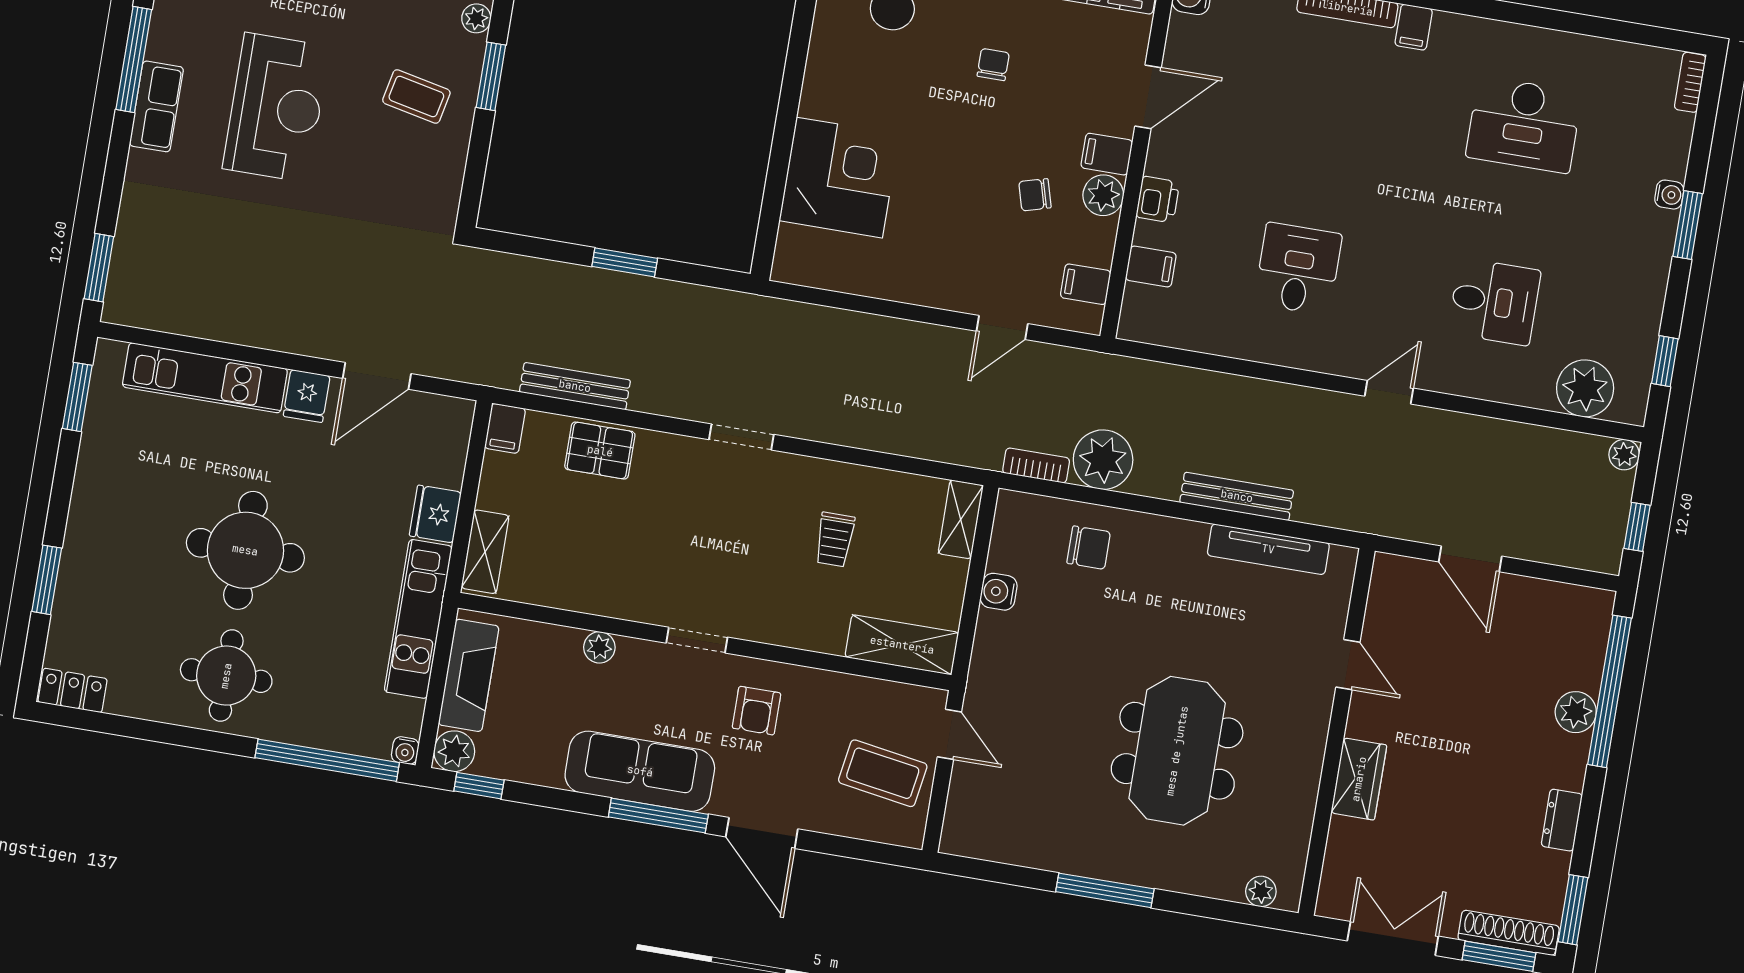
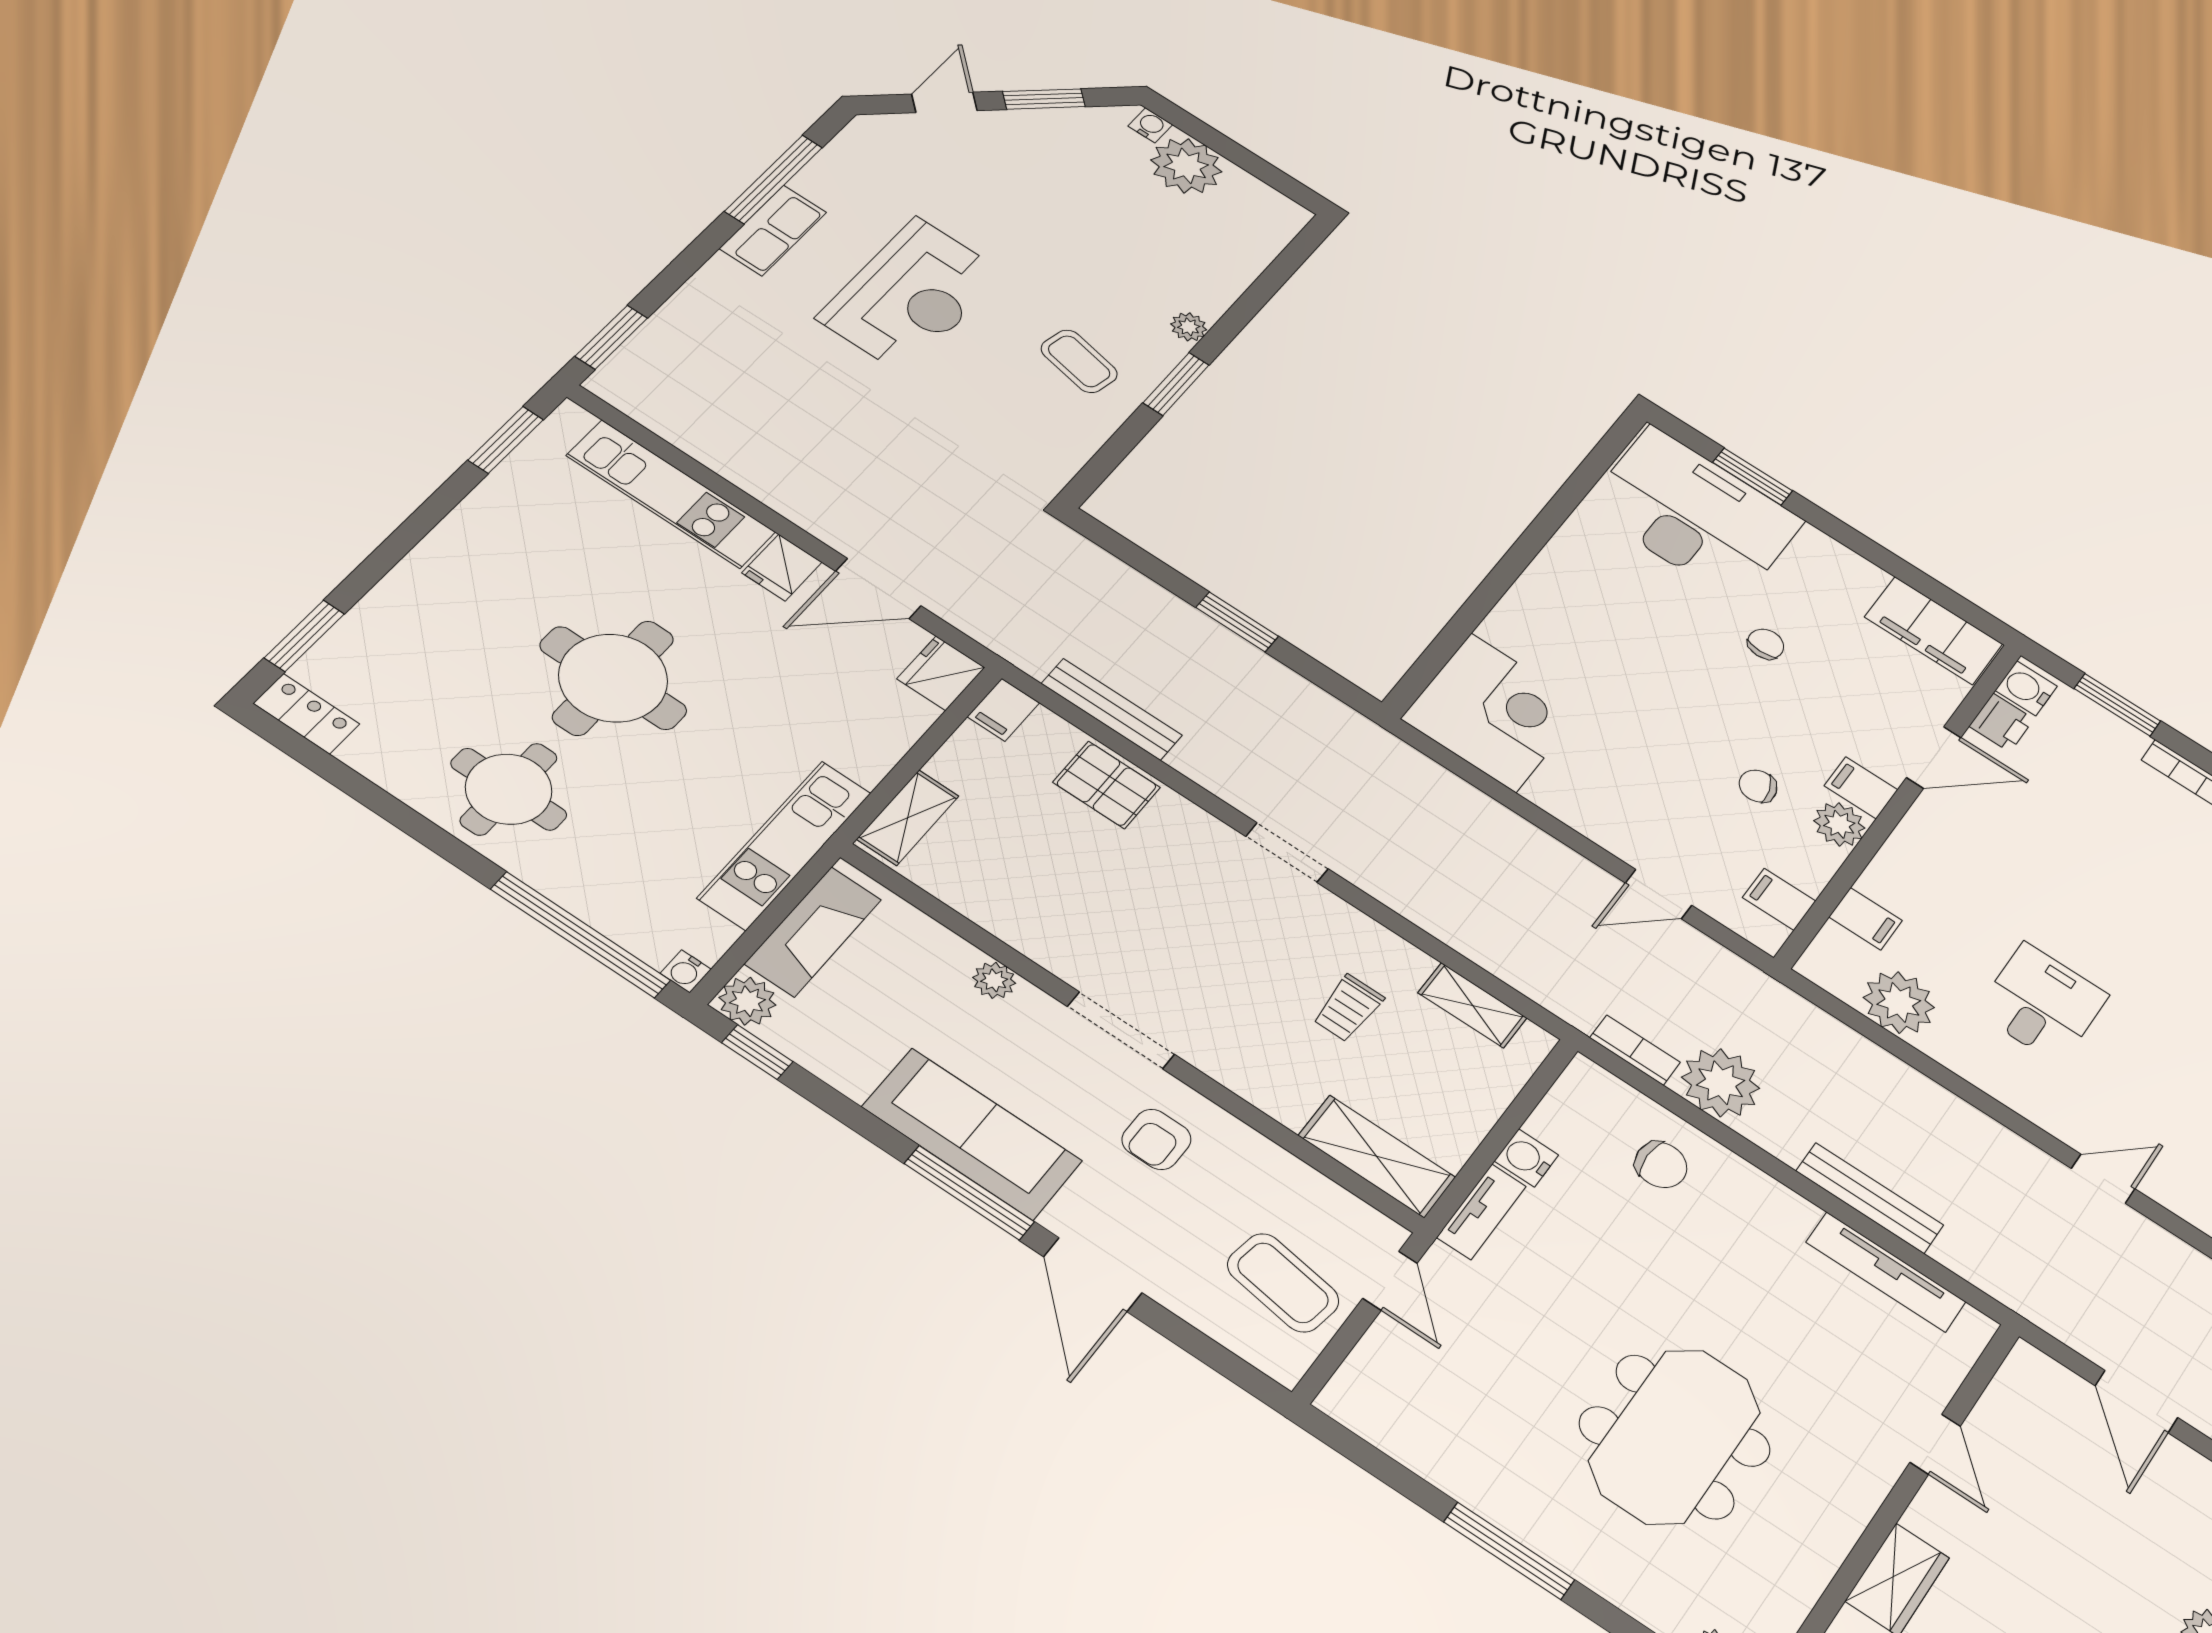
corner desk: (839, 178) -> (1493, 712), moved
printer: (1158, 200) -> (2001, 723), moved
plant: (1199, 325) -> (1899, 1003), added
fridge: (435, 514) -> (941, 673), moved
shelving: (961, 519) -> (1472, 1005), moved, turned 90
window: (47, 580) -> (304, 636), moved
doorway: (697, 640) -> (1121, 1030), width x1.38
tv unit: (986, 650) -> (1481, 1212), added

